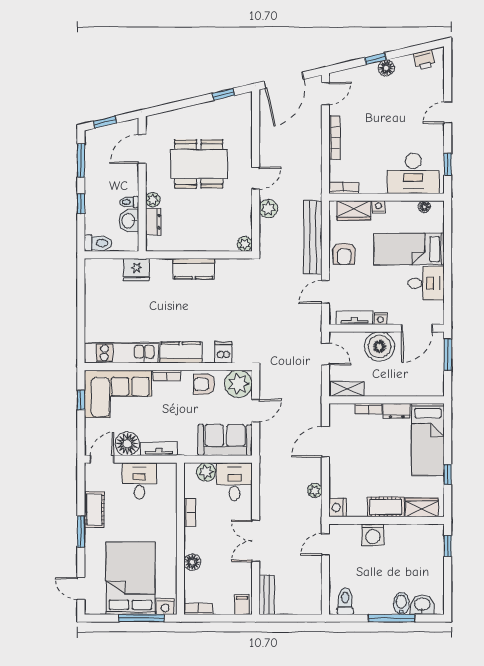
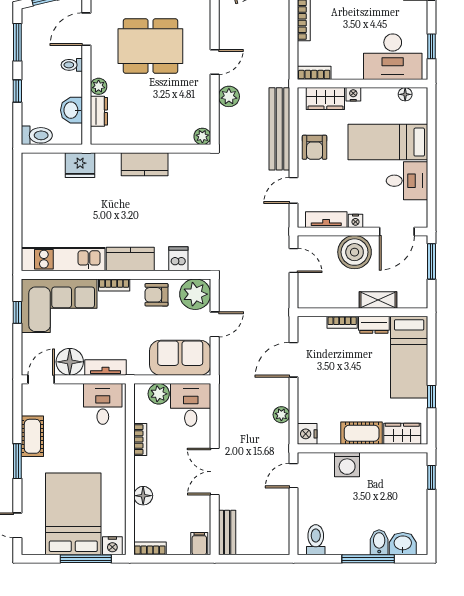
toilet: (129, 202) -> (72, 65), moved
shelving: (348, 389) -> (378, 300), moved
desk: (139, 481) -> (103, 404), moved

